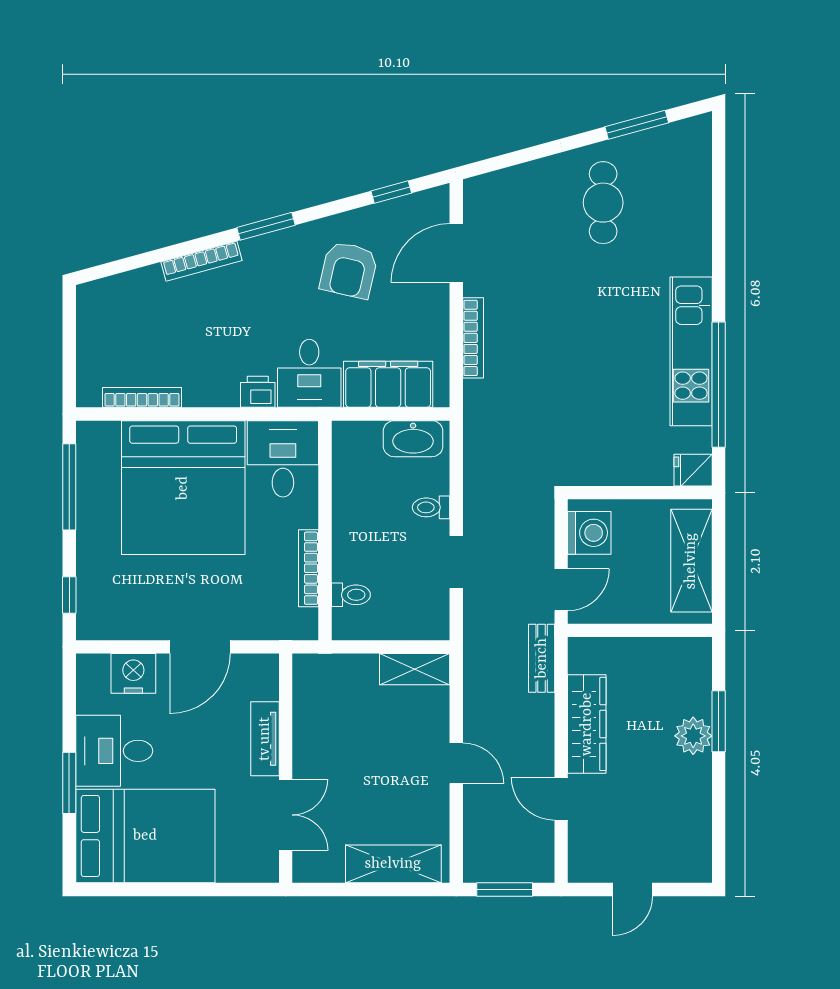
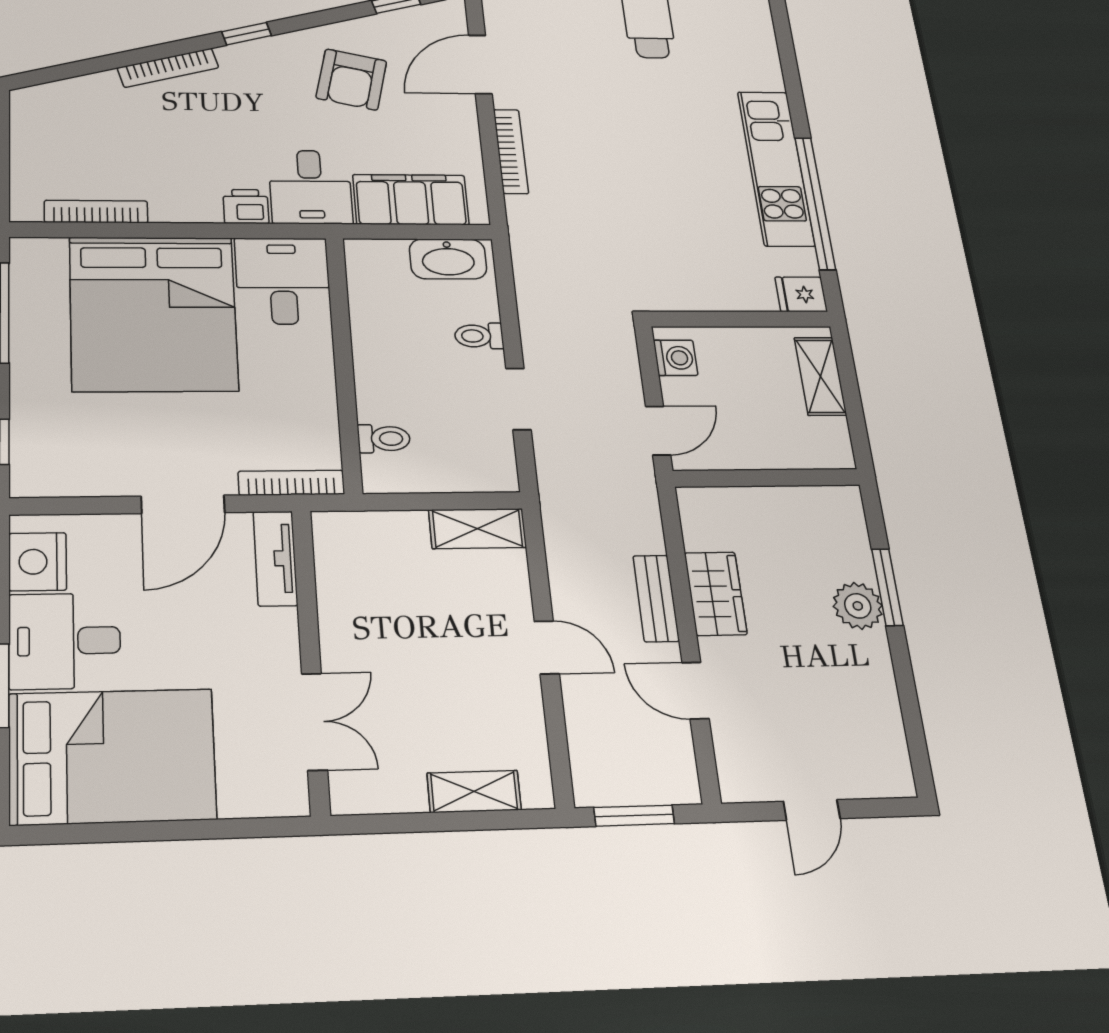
window: (266, 226) -> (247, 34), width x0.67
washing machine: (589, 533) -> (676, 358), width x0.73, depth x0.73
shelving: (691, 561) -> (820, 376), width x0.67, depth x0.75
bookcase: (309, 568) -> (291, 483), moved, turned 90
bench: (542, 658) -> (656, 598), moved
nightstand: (133, 673) -> (38, 562), moved, turned -90
wardrobe: (587, 724) -> (716, 594), width x0.67
tv unit: (265, 739) -> (275, 558), moved
shelving: (393, 864) -> (474, 791), width x0.67, depth x0.75

